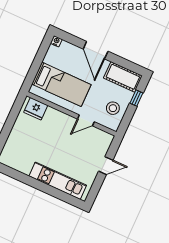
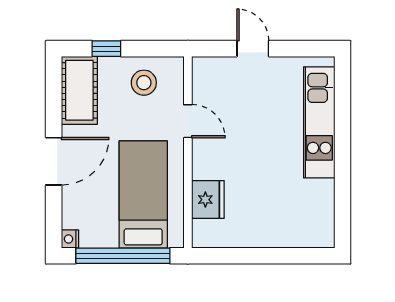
window: (37, 62) -> (123, 256), added
fridge: (36, 109) -> (208, 200), moved

